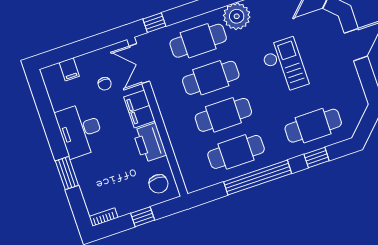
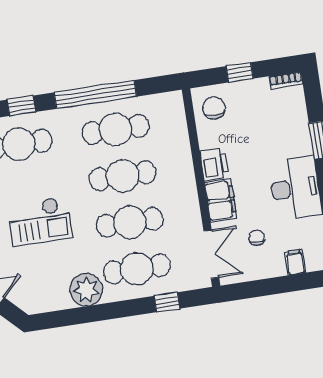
window: (154, 23) -> (167, 302), moved
checkout: (284, 66) -> (40, 221), turned -90
printer: (150, 143) -> (214, 164), width x0.73, depth x0.84

